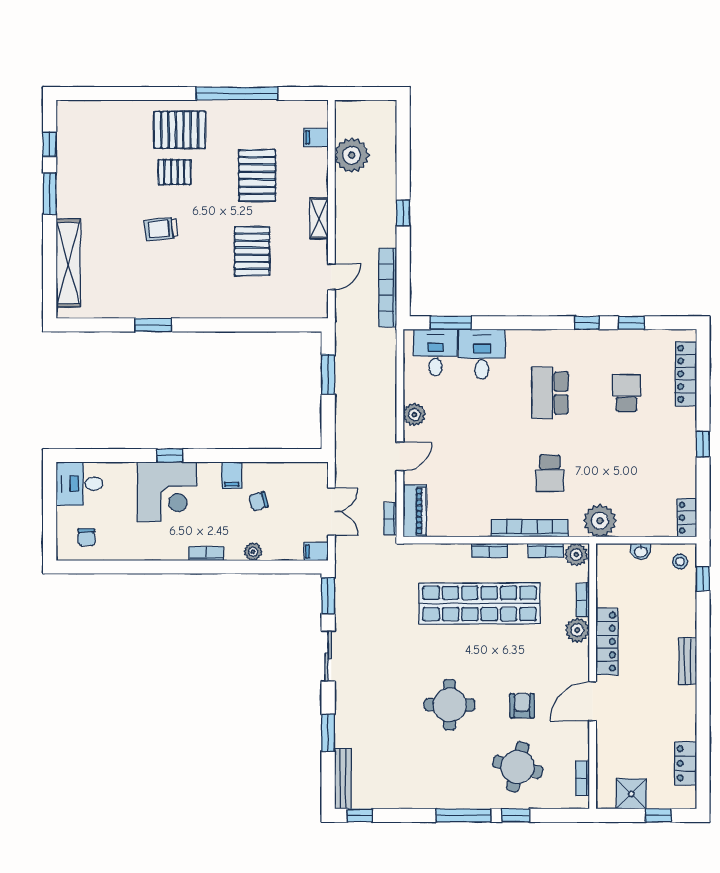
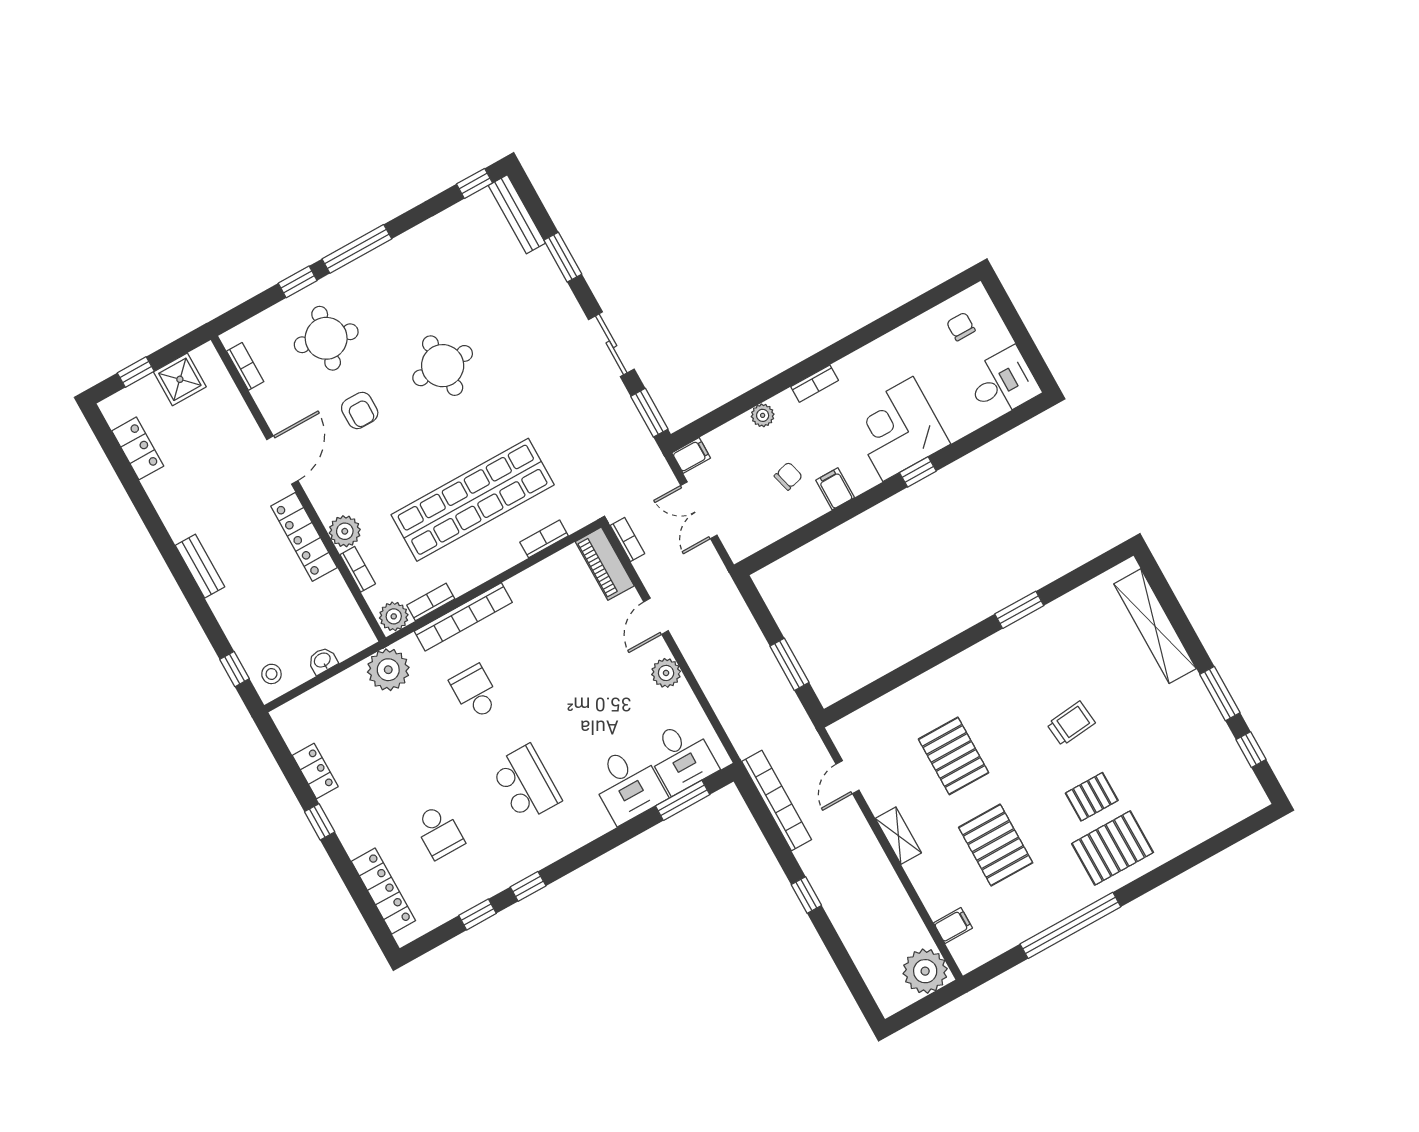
plant: (352, 155) -> (925, 971), moved
locker: (687, 518) -> (315, 771), moved
bookcase: (489, 550) -> (544, 539), moved

